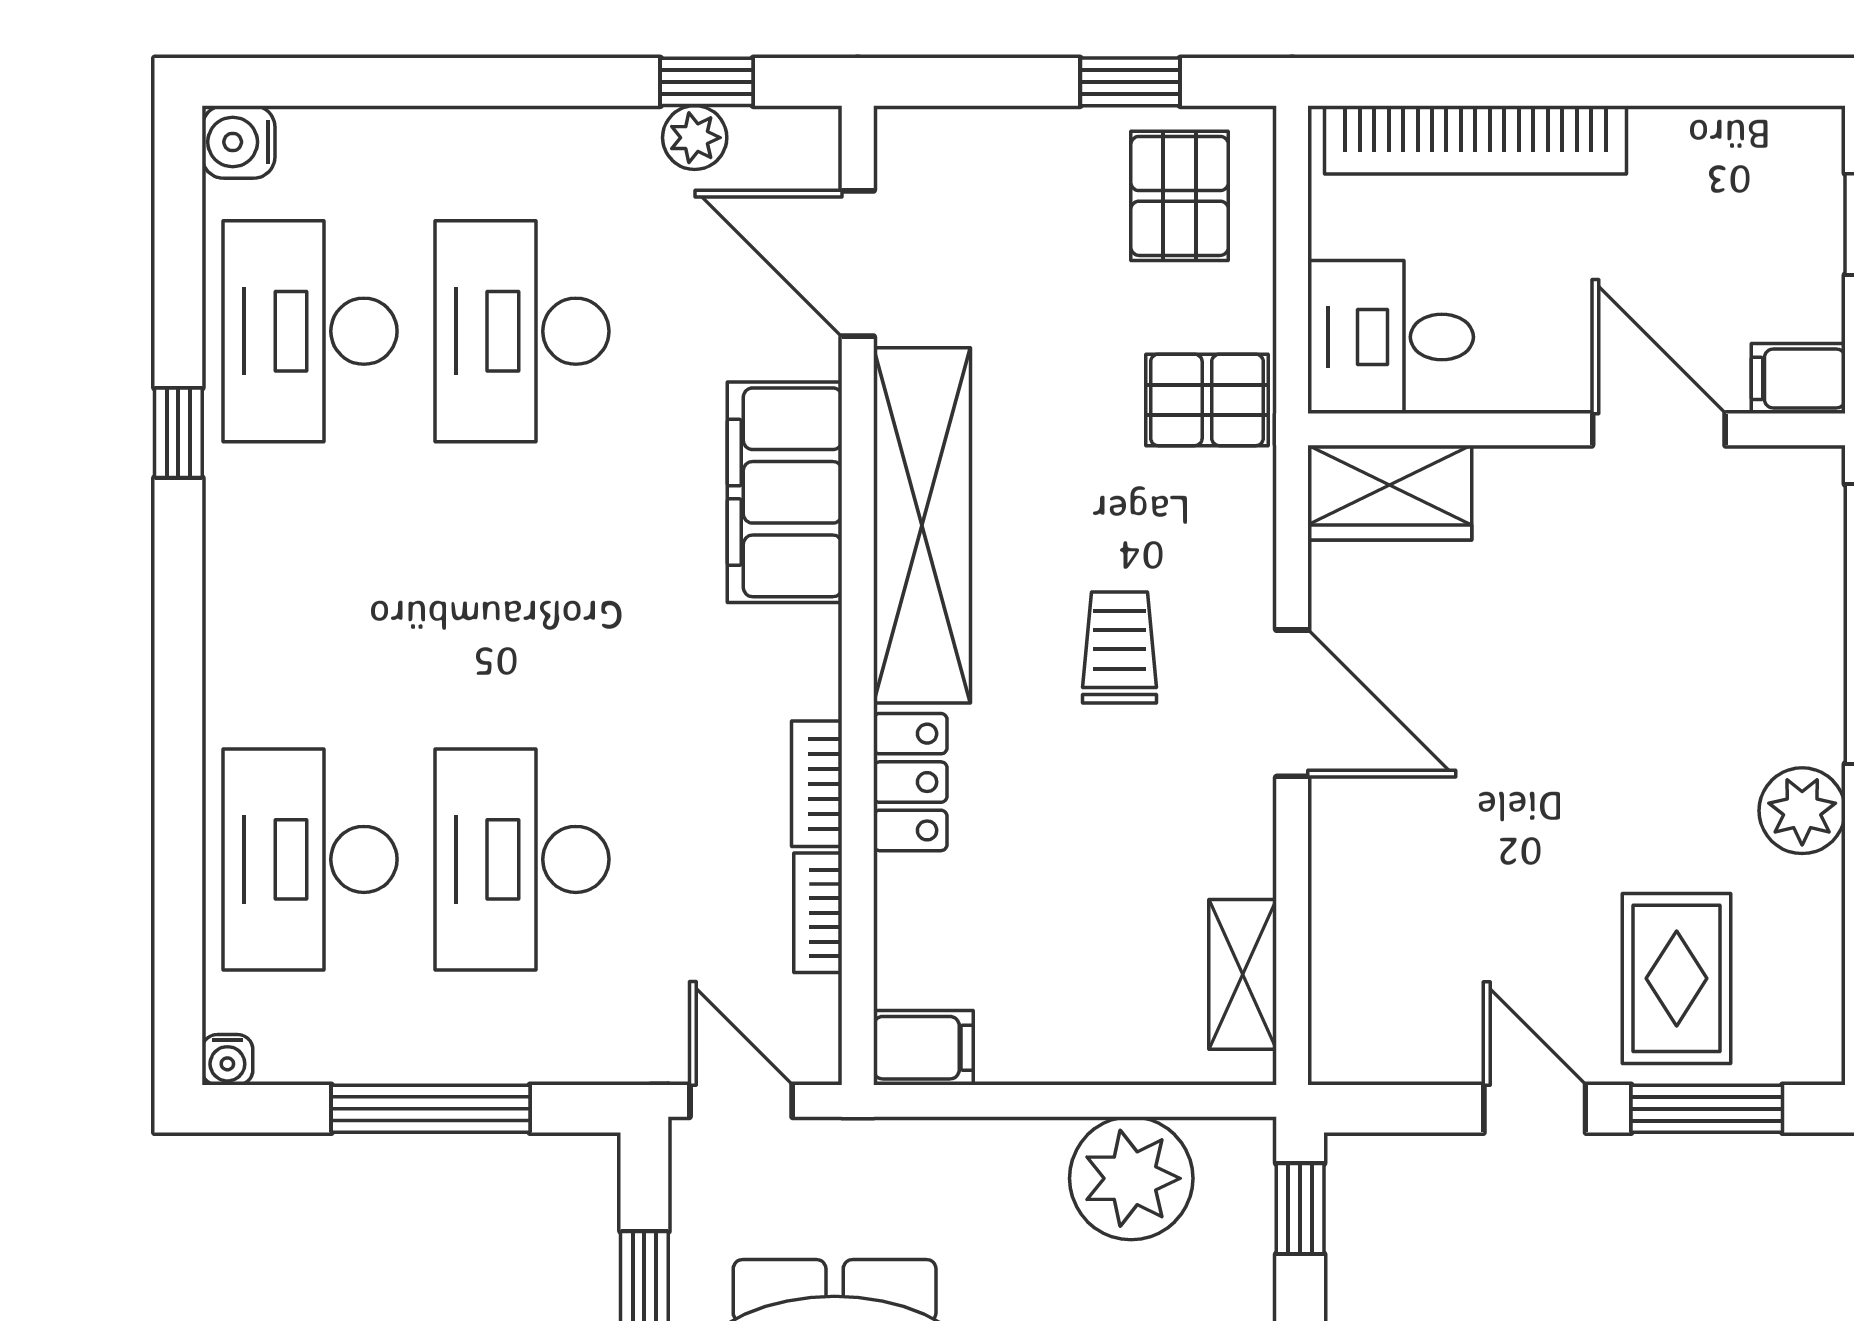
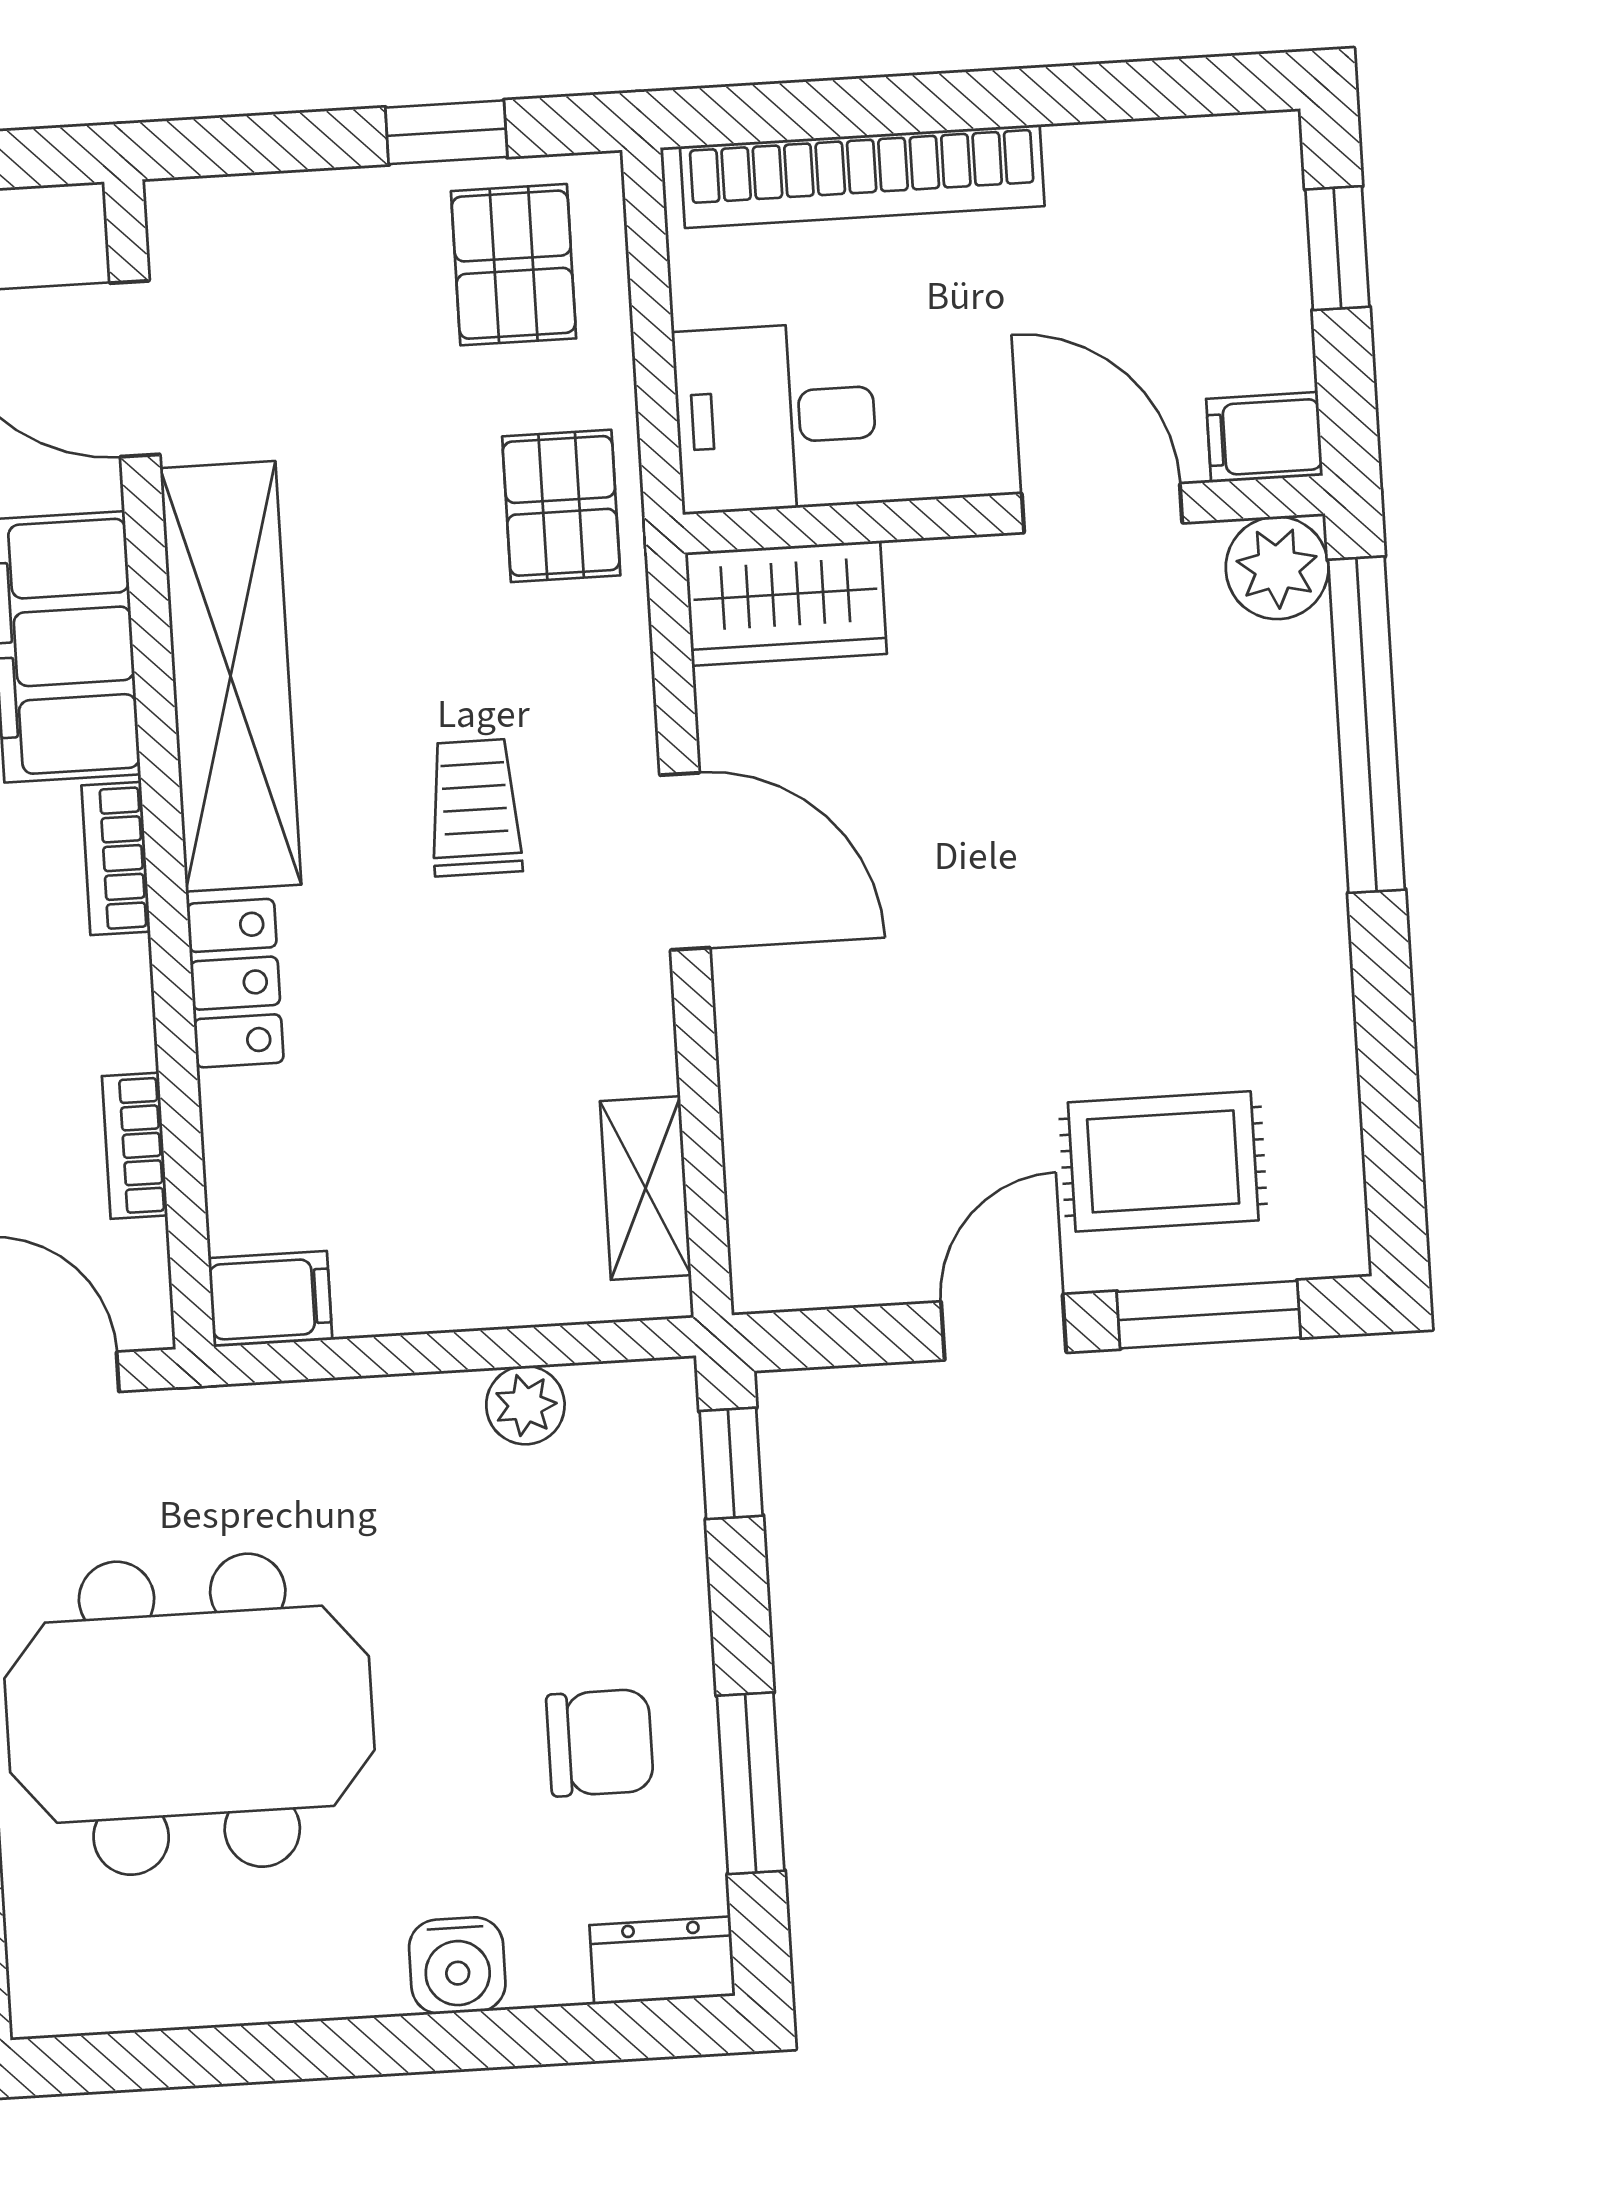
pallet: (1207, 400) -> (561, 506), turned 90
bookcase: (817, 784) -> (116, 858), moved
plant: (1802, 811) -> (1277, 568), moved
rug: (1677, 978) -> (1163, 1161), turned 90
door: (1535, 1109) -> (1004, 1327), hinge flipped
plant: (1131, 1178) -> (525, 1405), width x0.53, depth x0.53

